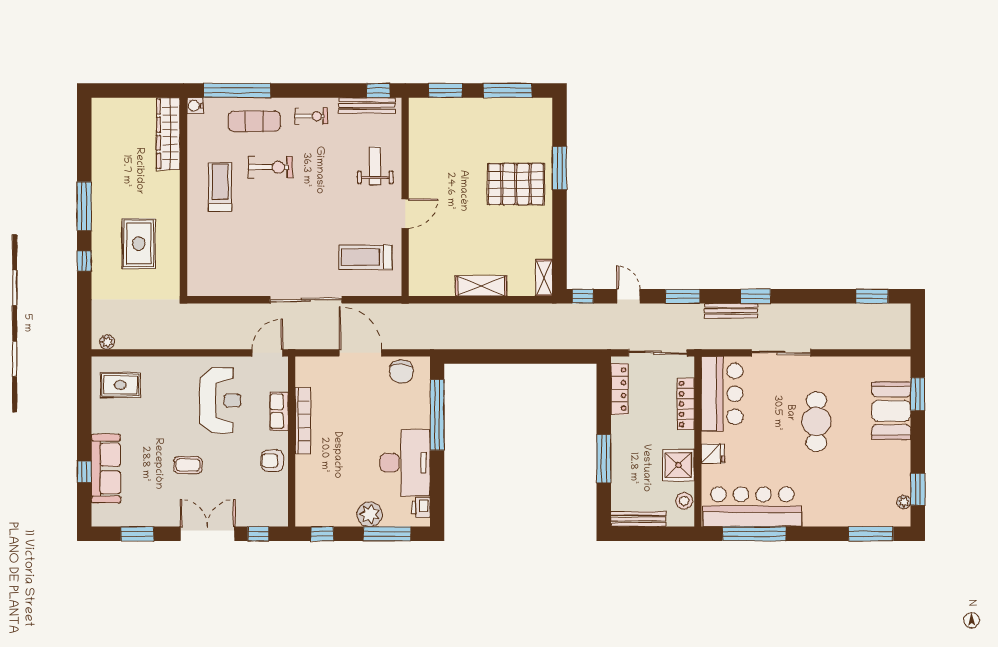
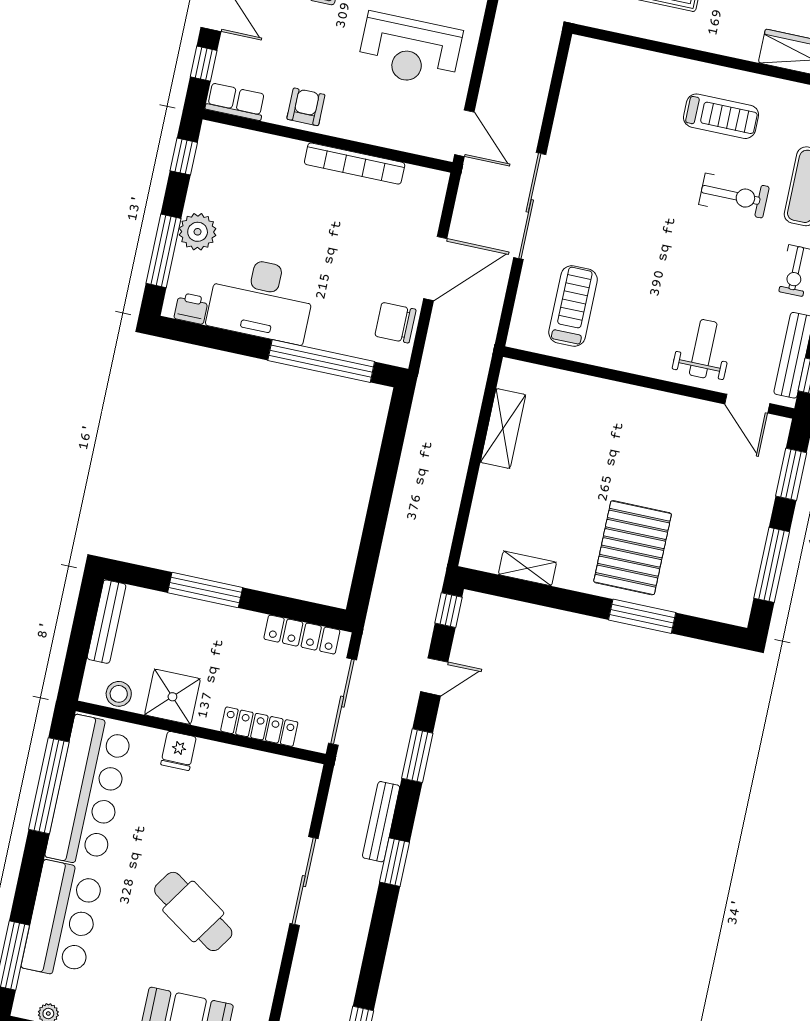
weight bench: (375, 166) -> (703, 349), turned -90
exercise bike: (270, 167) -> (734, 196), turned -90
door: (405, 214) -> (747, 404), moved
shelving: (544, 278) -> (527, 568), moved
shelving: (481, 286) -> (503, 429), moved
bar counter: (722, 394) -> (63, 920), moved, turned -90
row of seats: (279, 411) -> (236, 102), moved
cafe table: (816, 421) -> (193, 911), turned 34

